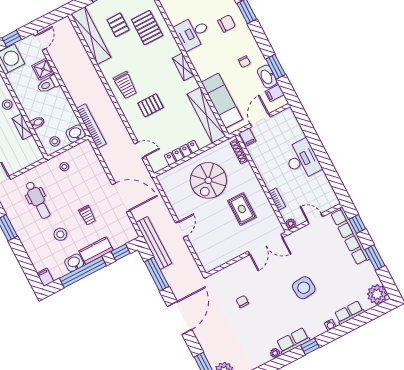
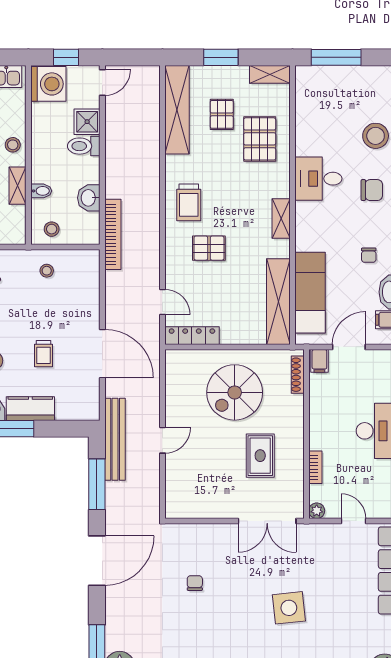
washbasin: (76, 134) -> (89, 198), moved, turned -90
locker: (182, 153) -> (192, 336), moved
window: (121, 252) -> (63, 429), removed

